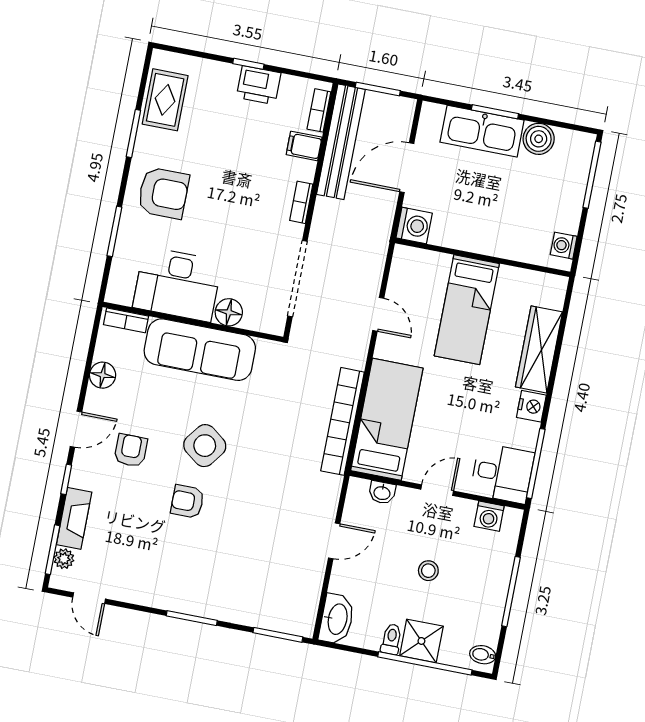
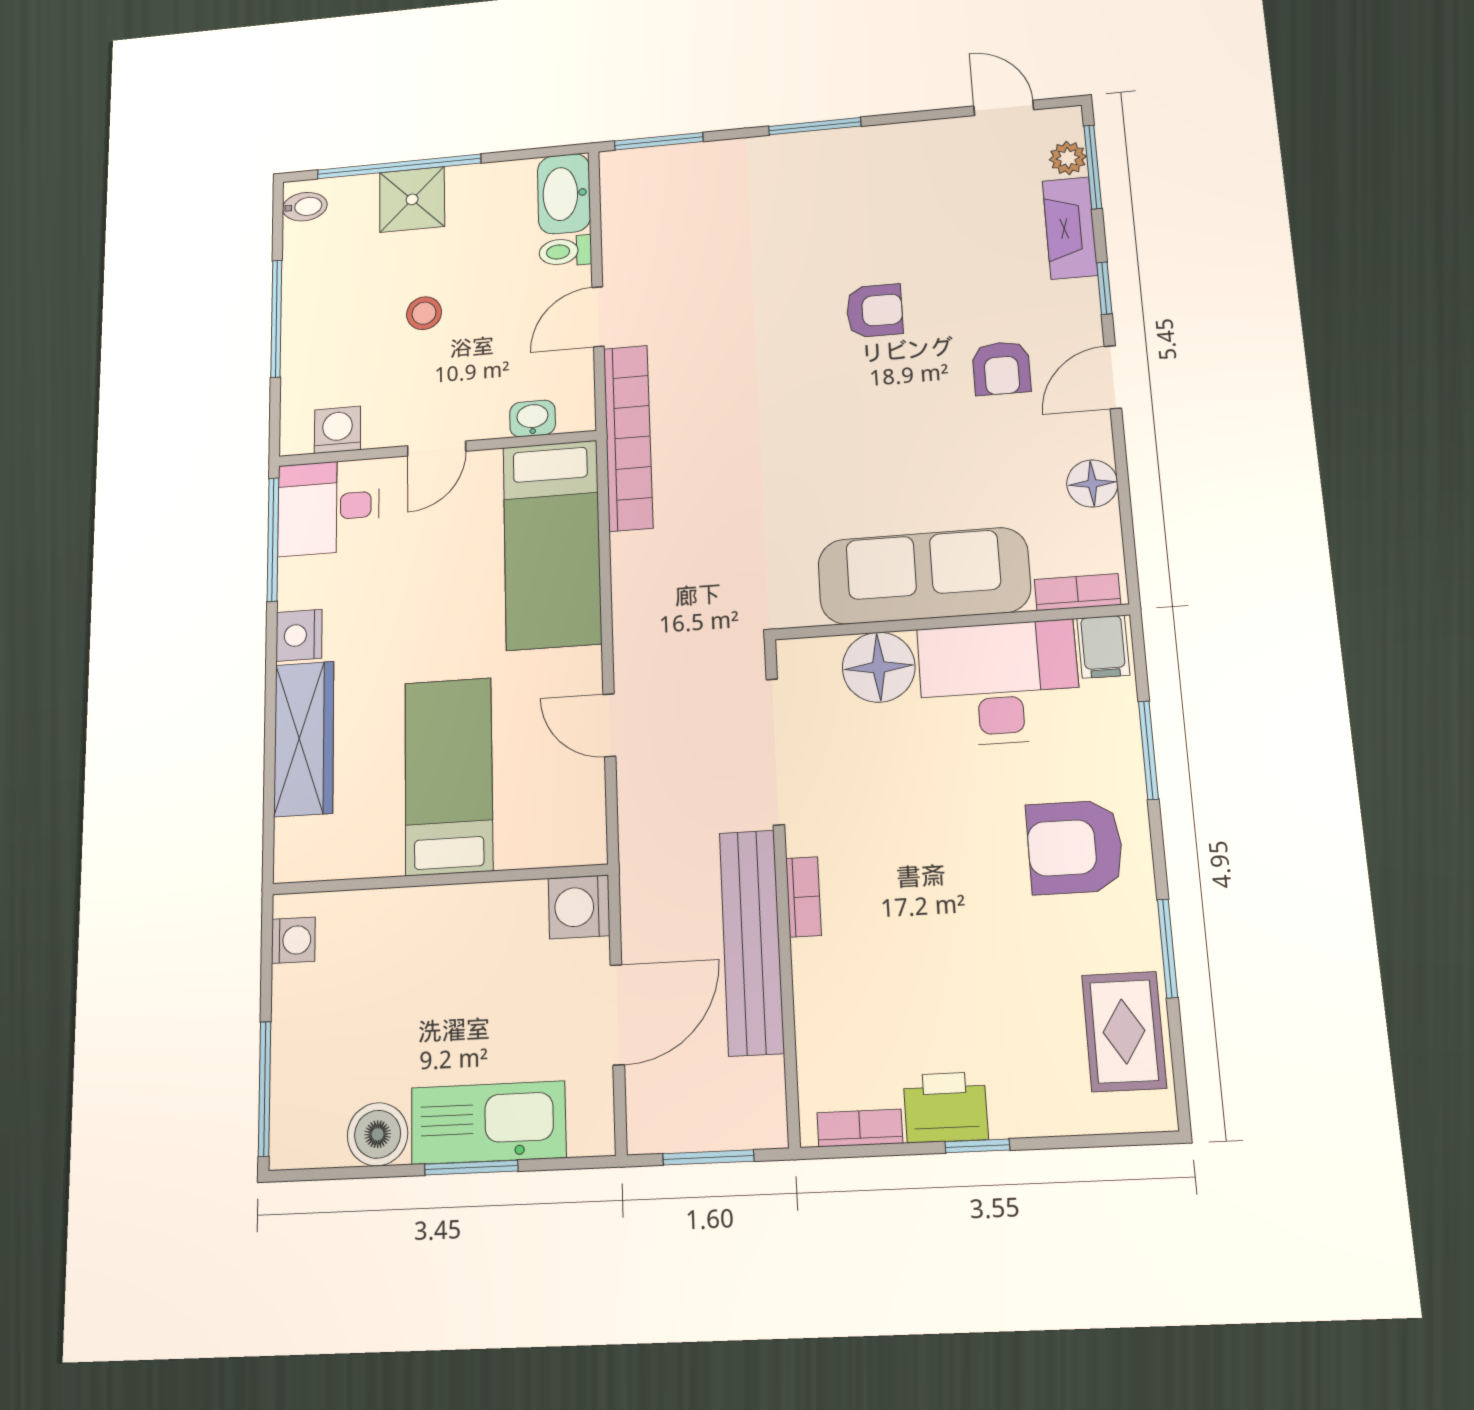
bookcase: (319, 110) -> (860, 1128), moved, turned -90
bench: (341, 142) -> (752, 942), moved
filing cabinet: (304, 146) -> (1103, 647), moved, turned 90
floor lamp: (229, 312) -> (879, 667), width x1.38, depth x1.38
bookcase: (342, 421) -> (628, 438), moved
side table: (205, 446) -> (869, 412), removed
toilet: (391, 639) -> (565, 251), moved, turned 90

